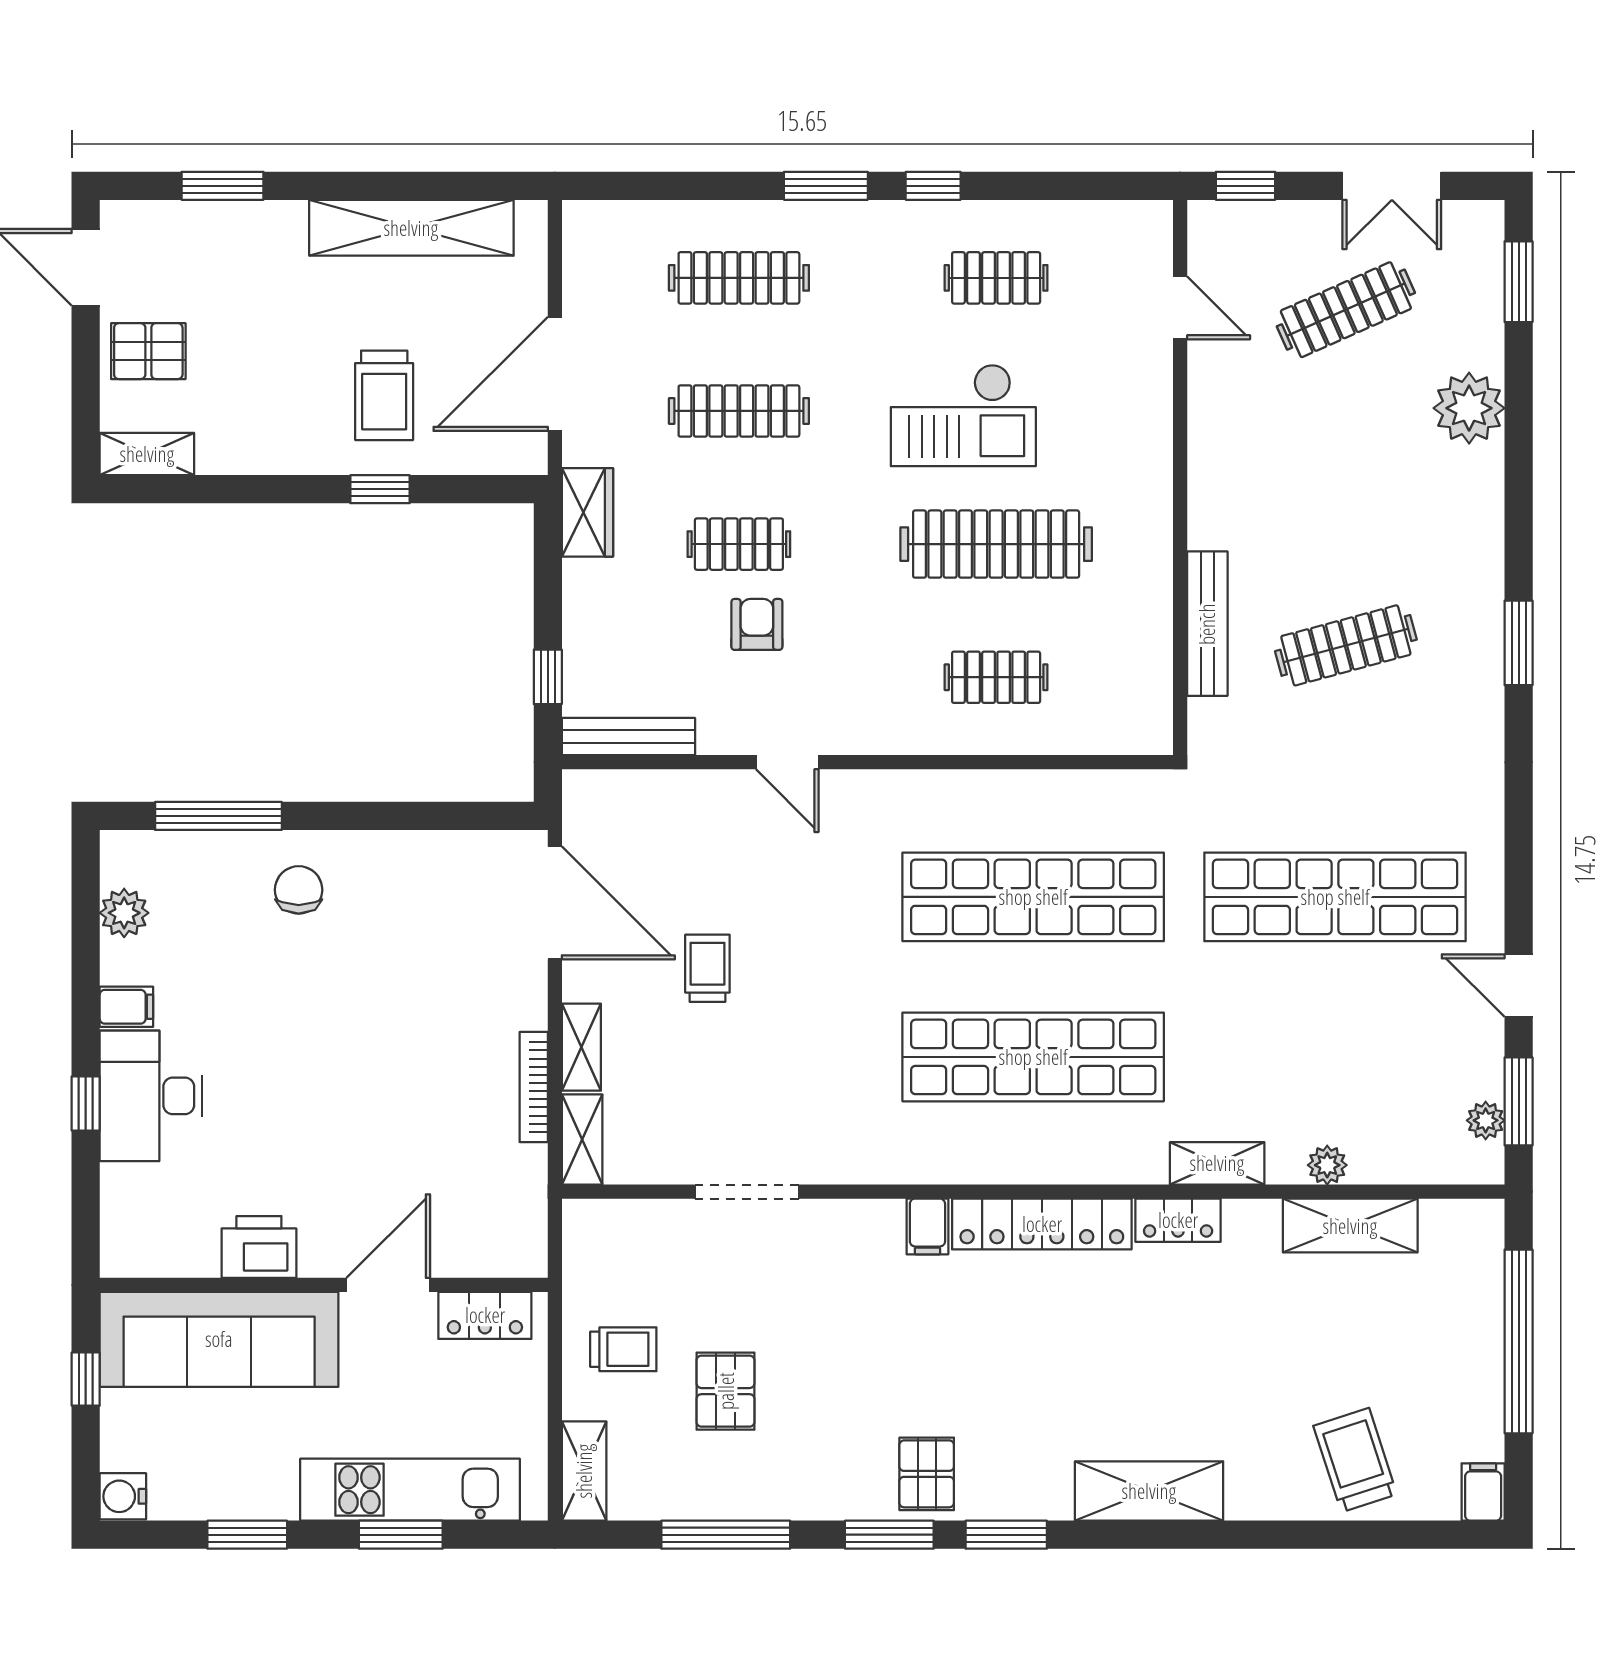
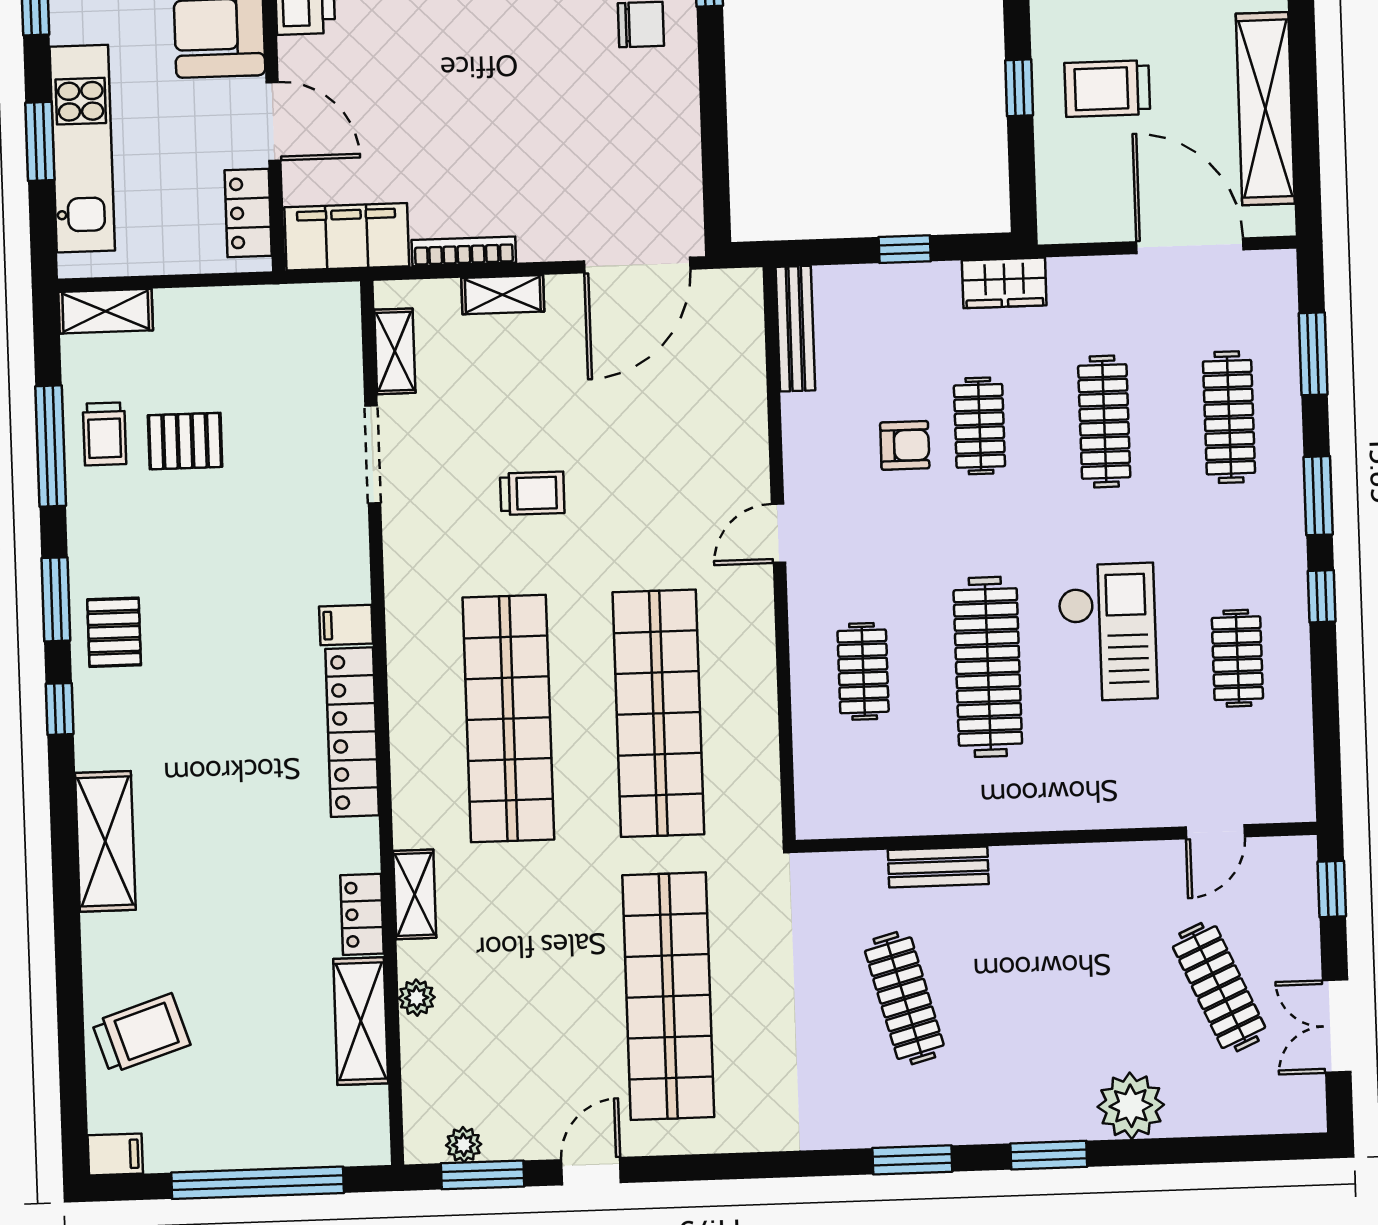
window: (674, 186) -> (1313, 354), added
window: (1519, 282) -> (1049, 1155), moved
door: (555, 374) -> (1190, 246), moved
checkout: (963, 415) -> (1108, 632), turned 180
bench: (1207, 624) -> (938, 867), width x0.73
window: (548, 677) -> (905, 249), moved
door: (787, 762) -> (778, 533), moved
trolley: (707, 968) -> (532, 493), moved
shelving: (582, 1139) -> (395, 351), moved, turned 90
filing cabinet: (514, 1211) -> (347, 237), added
locker: (1178, 1220) -> (362, 914), moved
trolley: (623, 1349) -> (105, 434), moved
pallet: (927, 1474) -> (114, 632), turned 90
window: (1006, 1535) -> (60, 709), width x0.67

